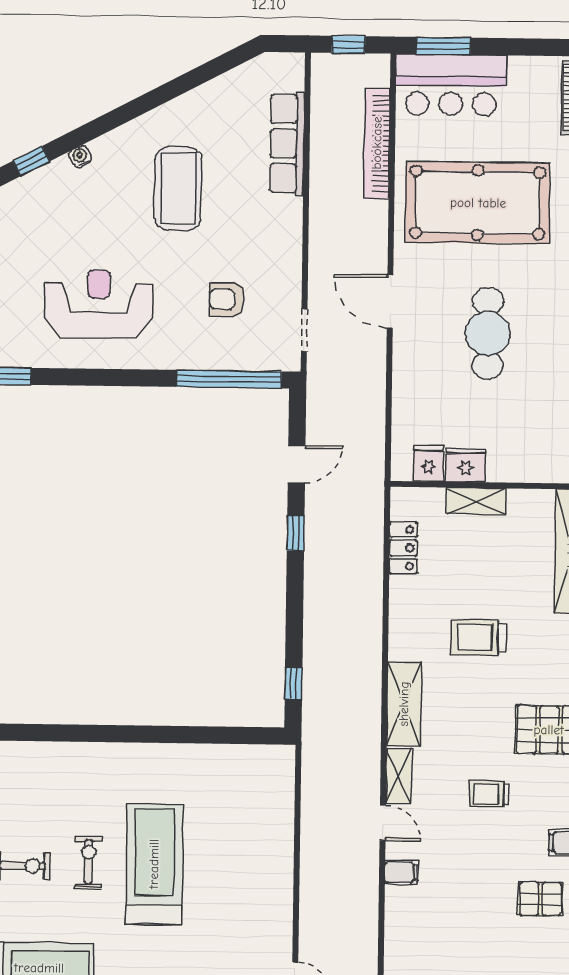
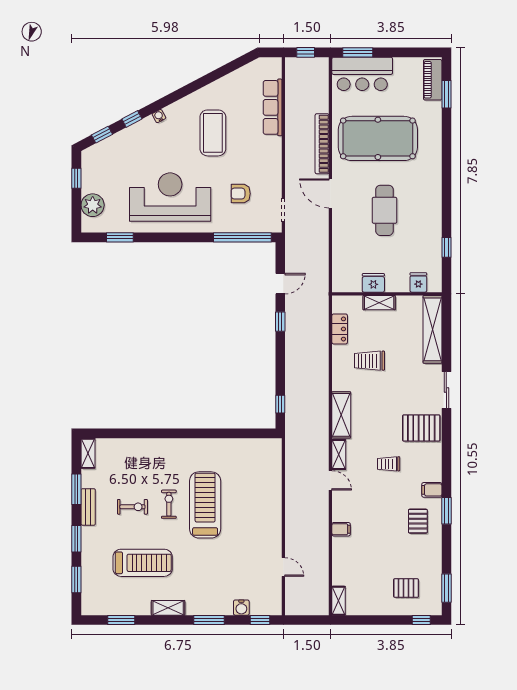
bookcase: (377, 143) -> (322, 144), moved
reception desk: (99, 304) -> (170, 197), width x1.36, depth x1.30
fridge: (429, 464) -> (418, 282), moved
trolley: (479, 637) -> (370, 361), moved
filing cabinet: (401, 873) -> (341, 529), moved
pallet: (541, 899) -> (418, 521), turned 90

